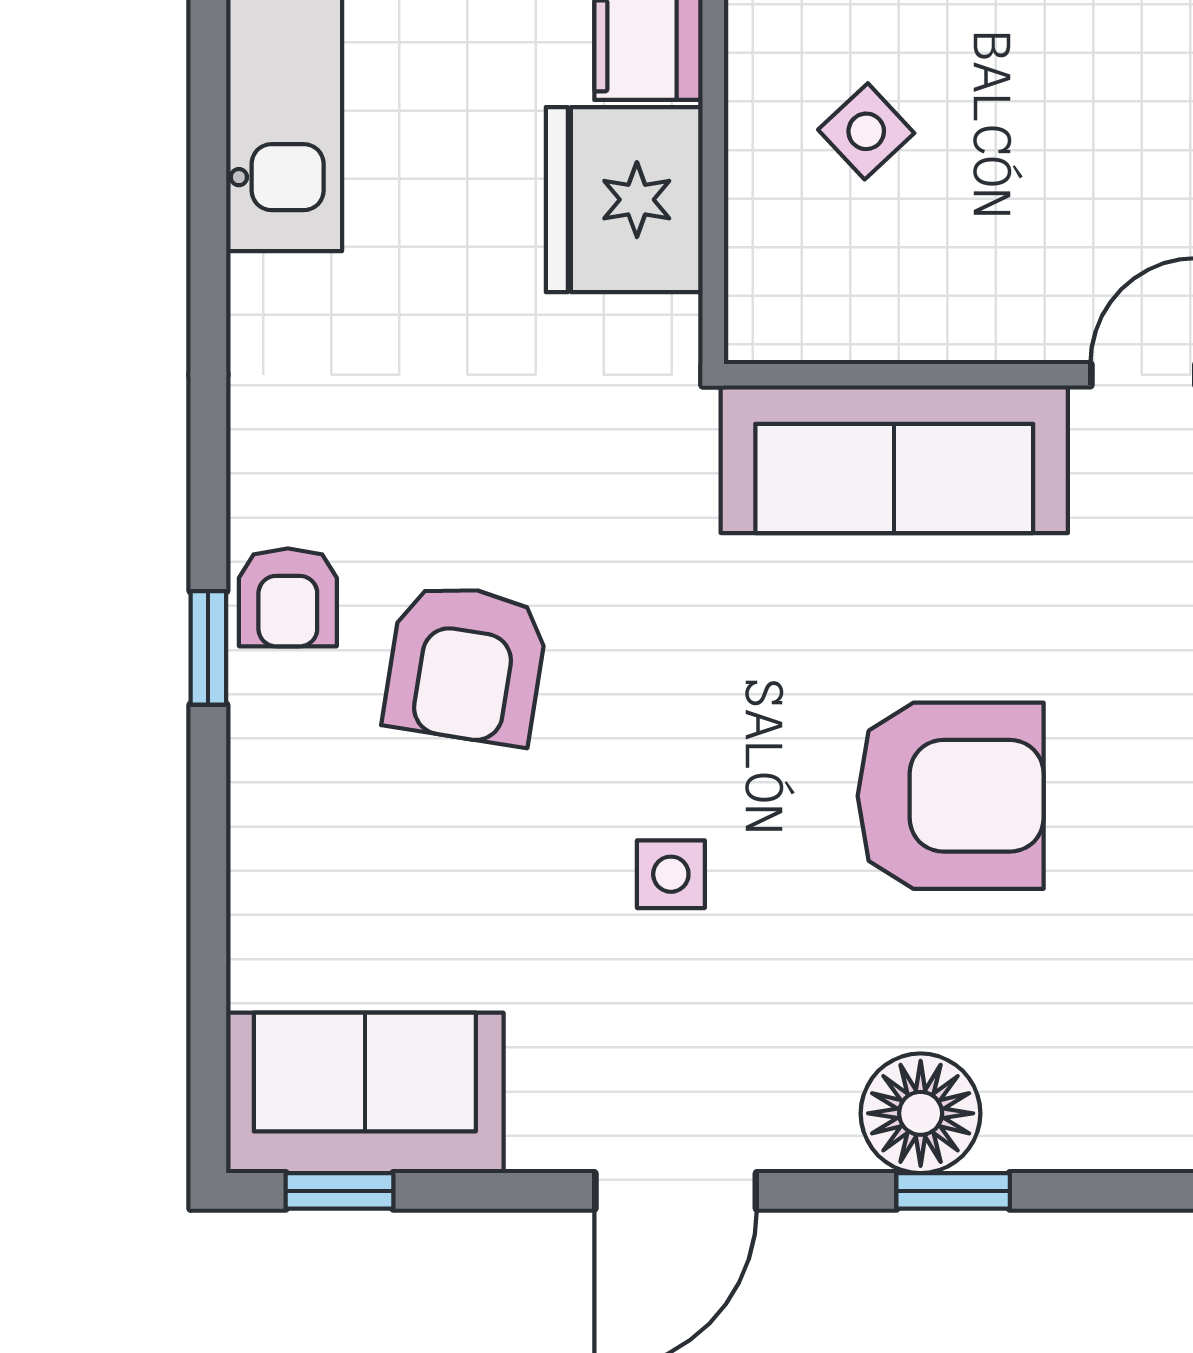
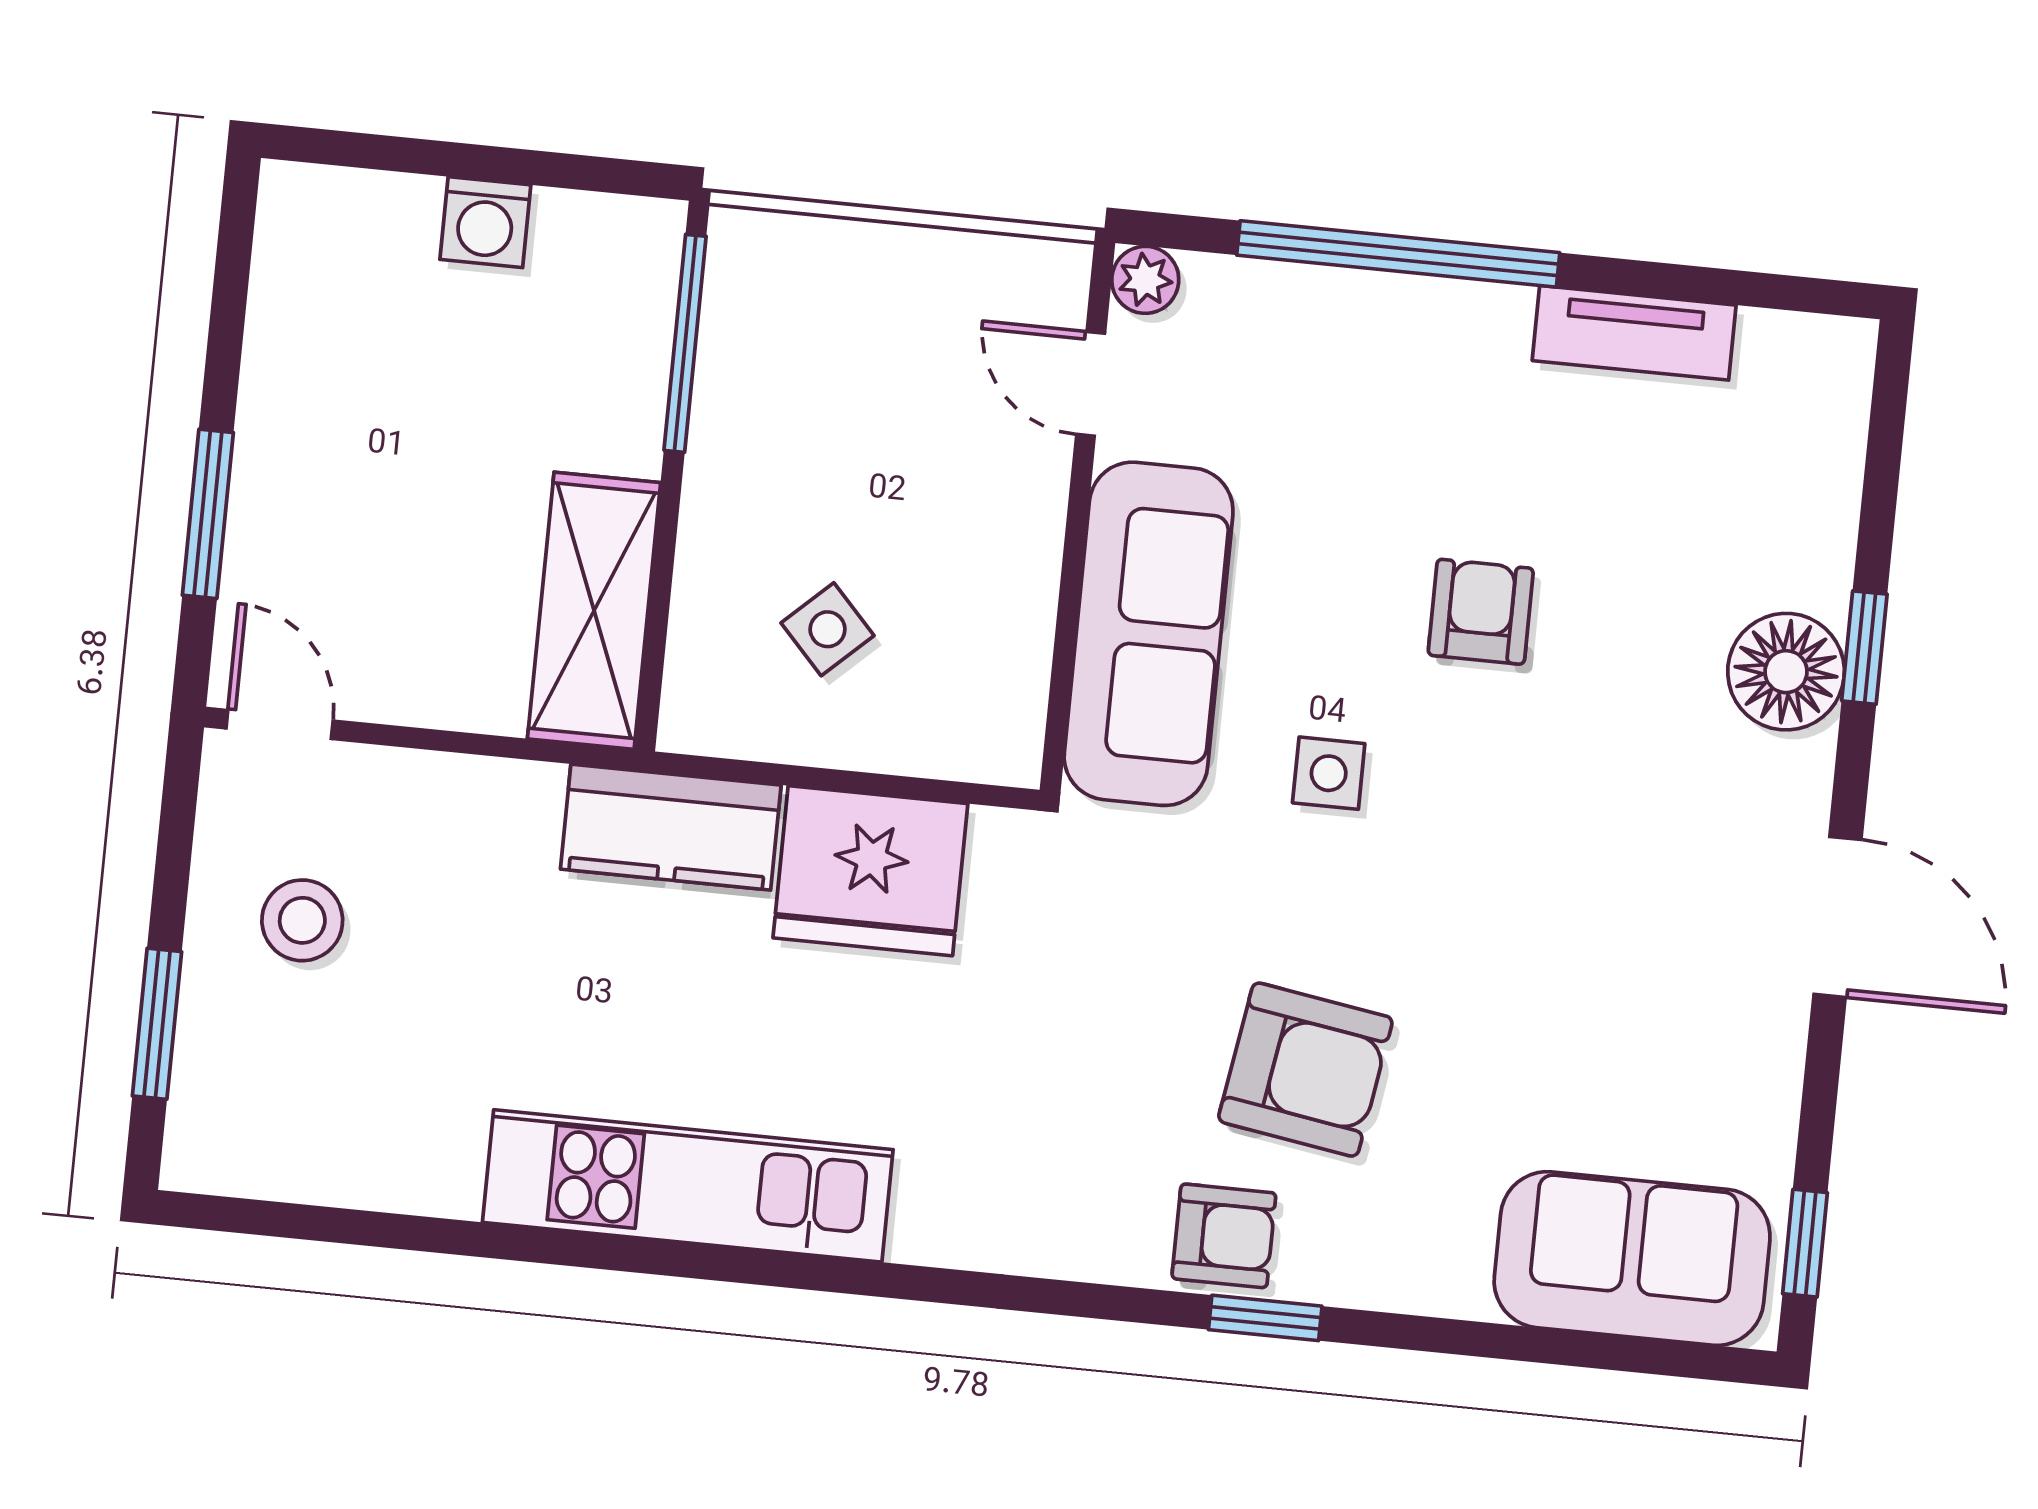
armchair: (951, 796) -> (1481, 612), width x0.53, depth x0.53
side table: (671, 874) -> (1329, 773), moved
sofa: (365, 1093) -> (1632, 1258), moved, turned 90

